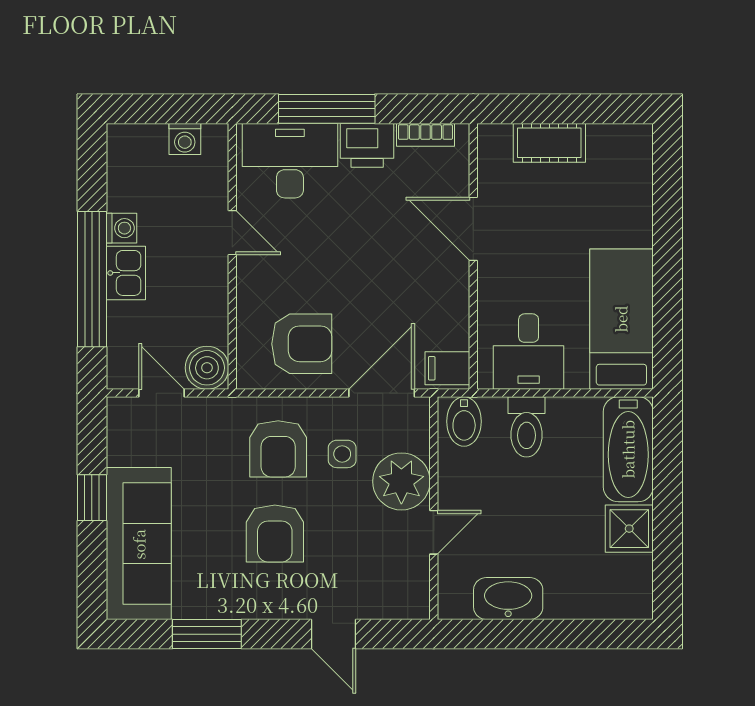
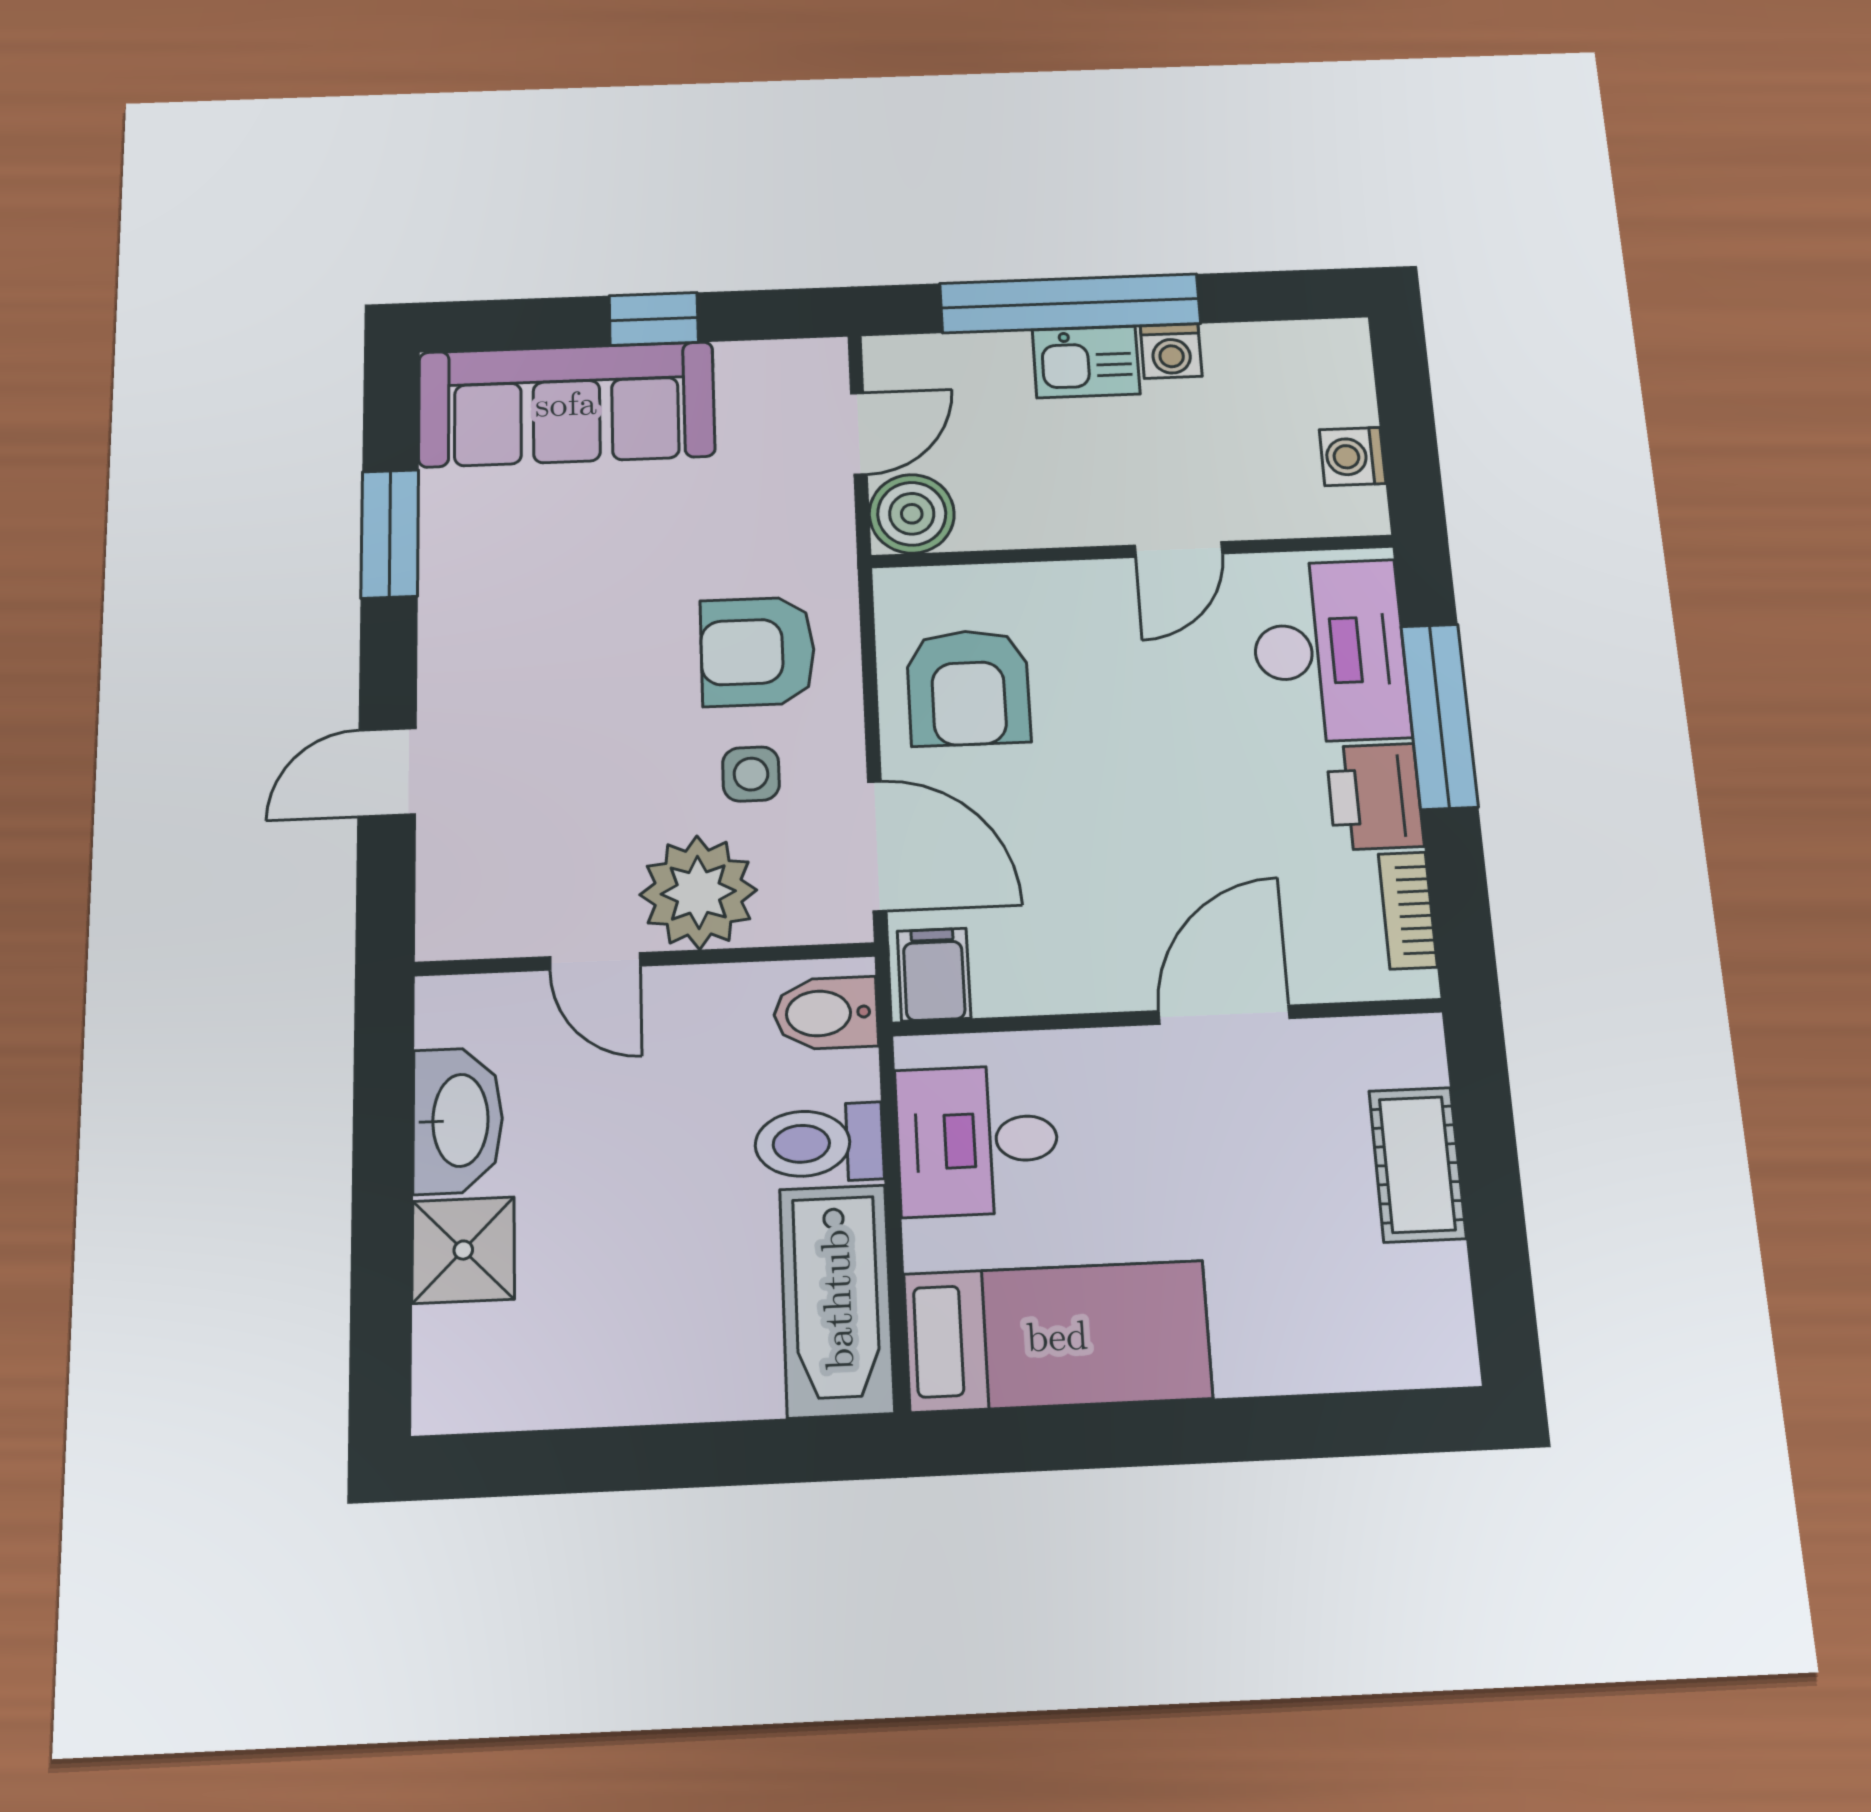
bathtub: (628, 449) -> (837, 1300), moved, turned -90
shower: (629, 529) -> (463, 1250), moved
armchair: (275, 533) -> (589, 652), removed

